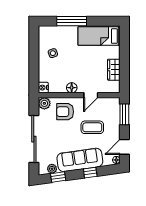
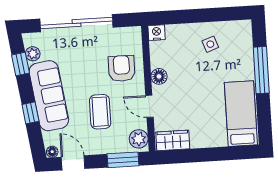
wardrobe: (114, 70) -> (173, 140), moved
plant: (44, 103) -> (139, 139), moved

